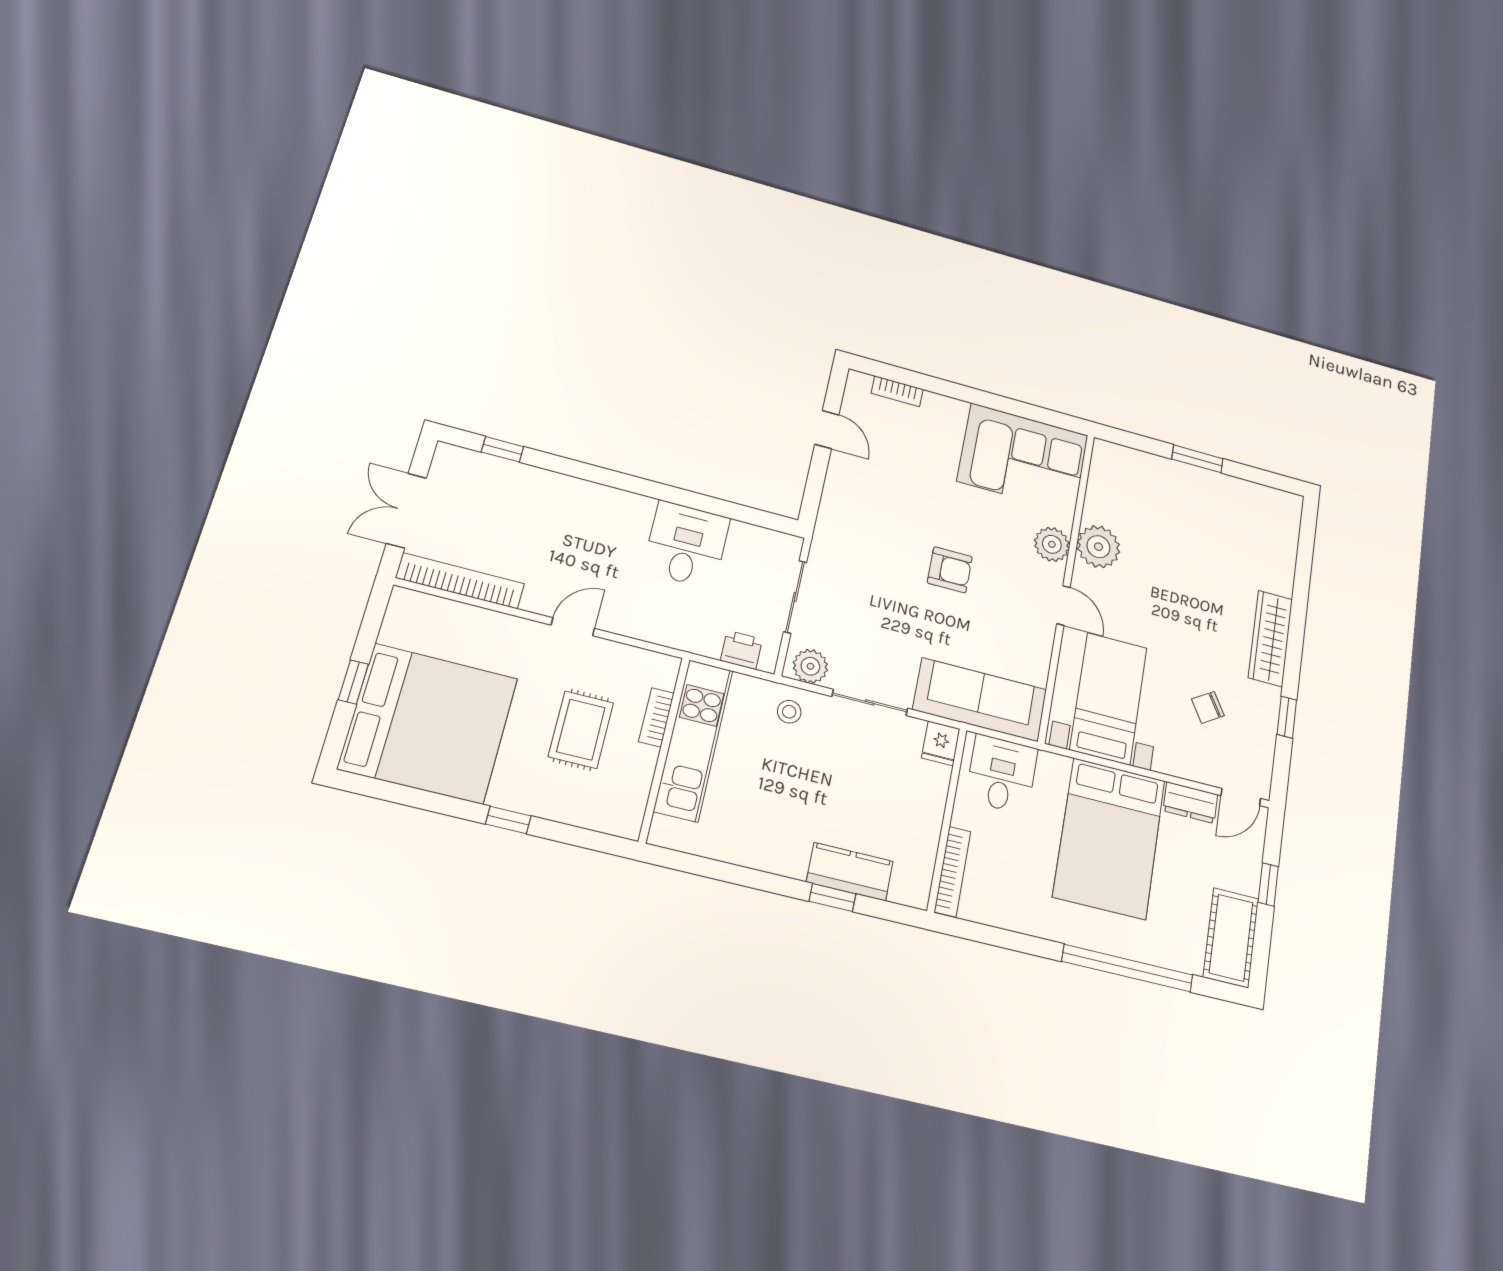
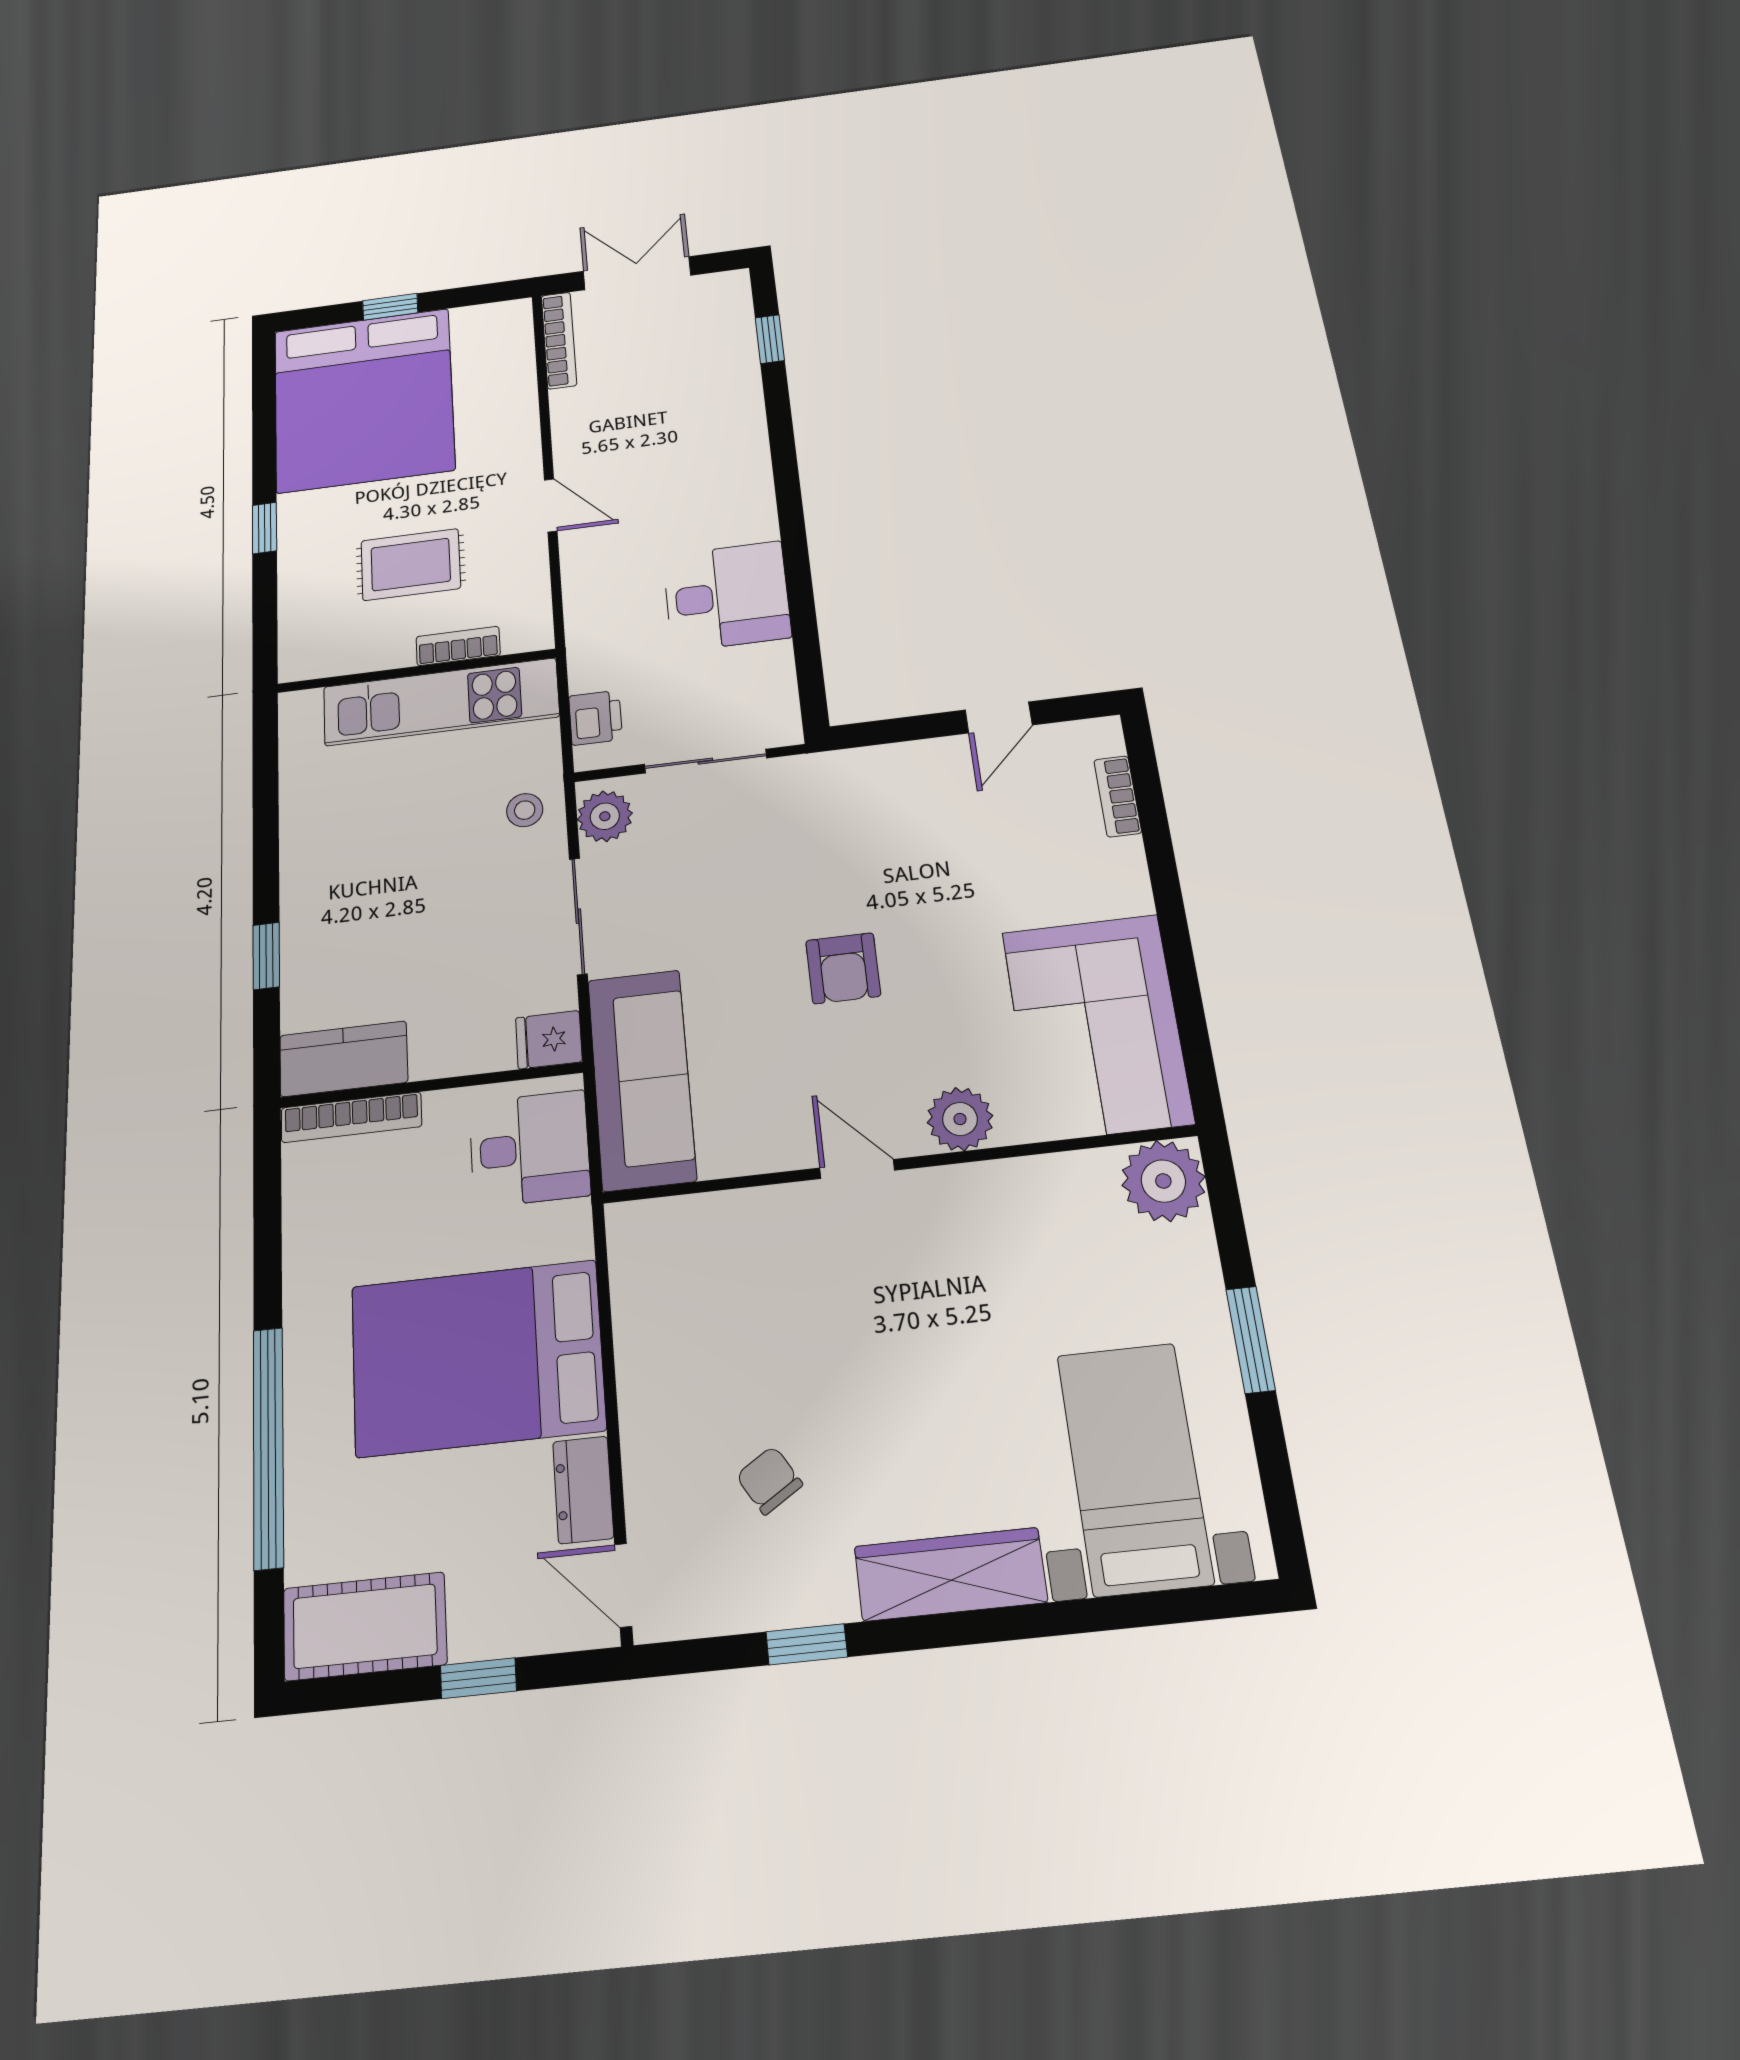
plant: (1098, 547) -> (1163, 1181), moved
bookcase: (460, 581) -> (559, 340), width x0.68, depth x0.76
door: (1063, 605) -> (857, 1169), swing flipped
bed with nightstands: (1109, 698) -> (1134, 1468), moved, turned -90
kitchen counter: (850, 872) -> (344, 1059), moved, turned -90

